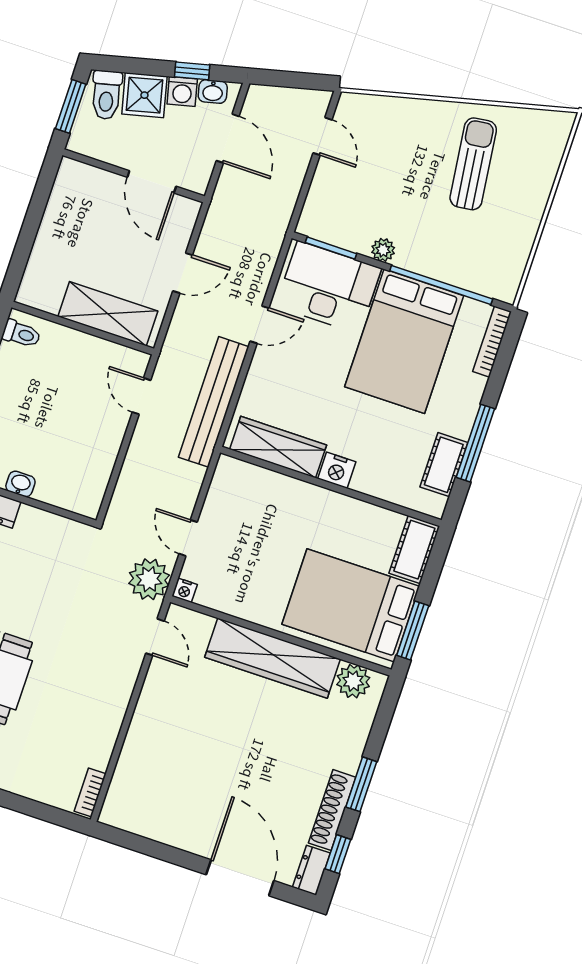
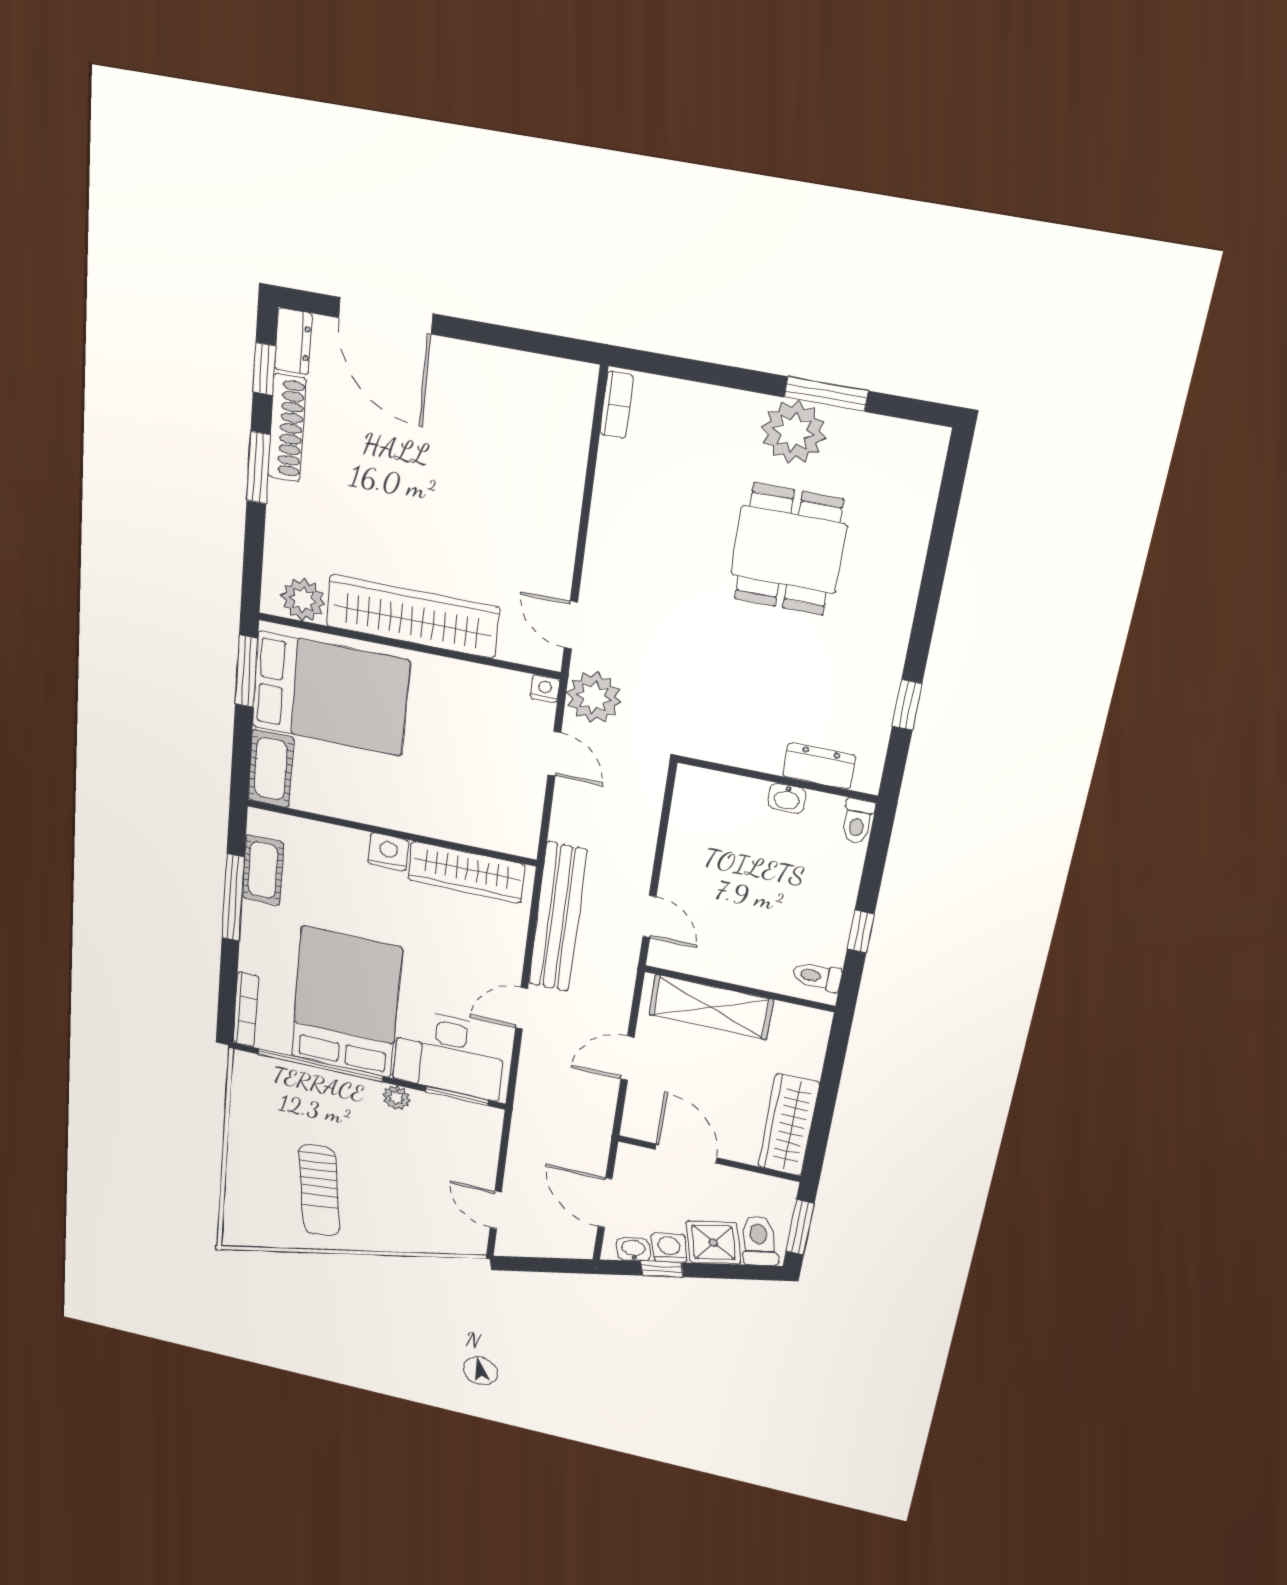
wardrobe: (64, 203) -> (789, 1125), added

